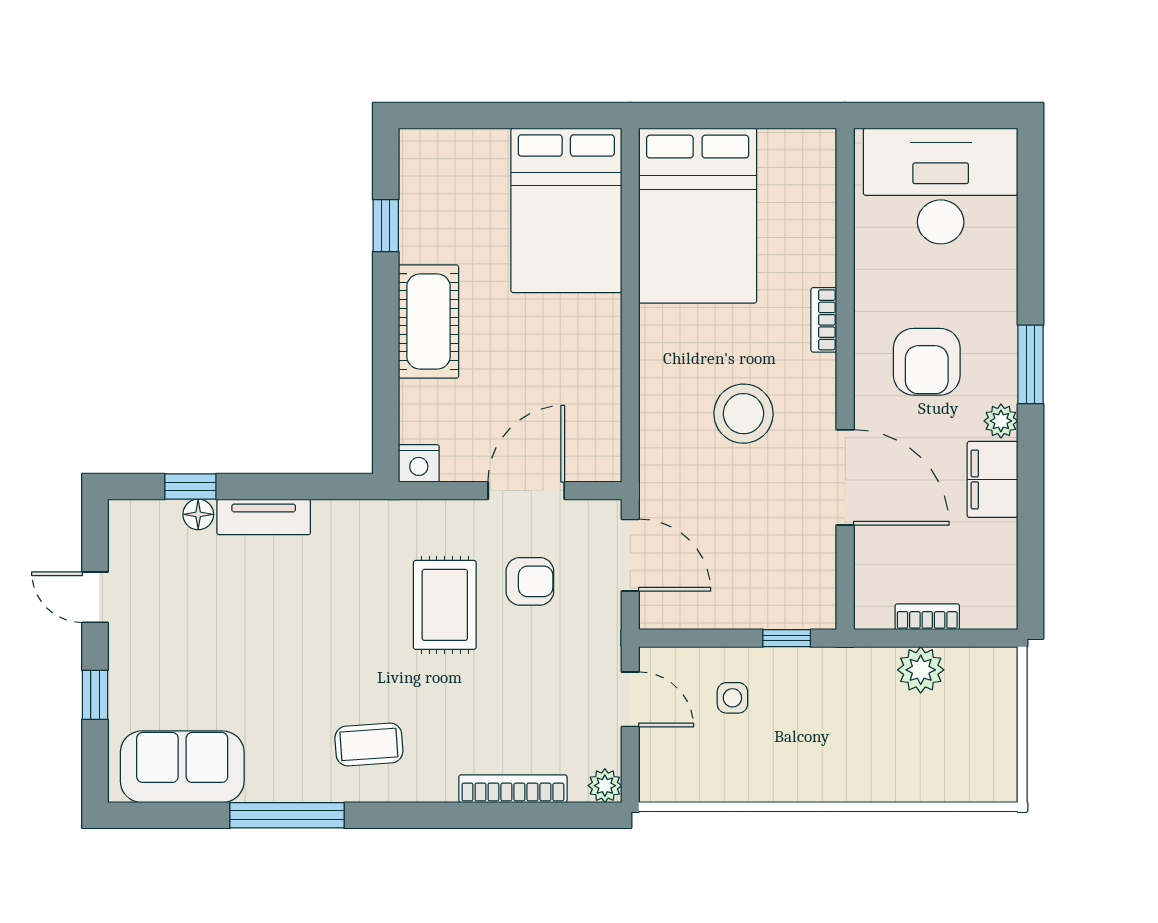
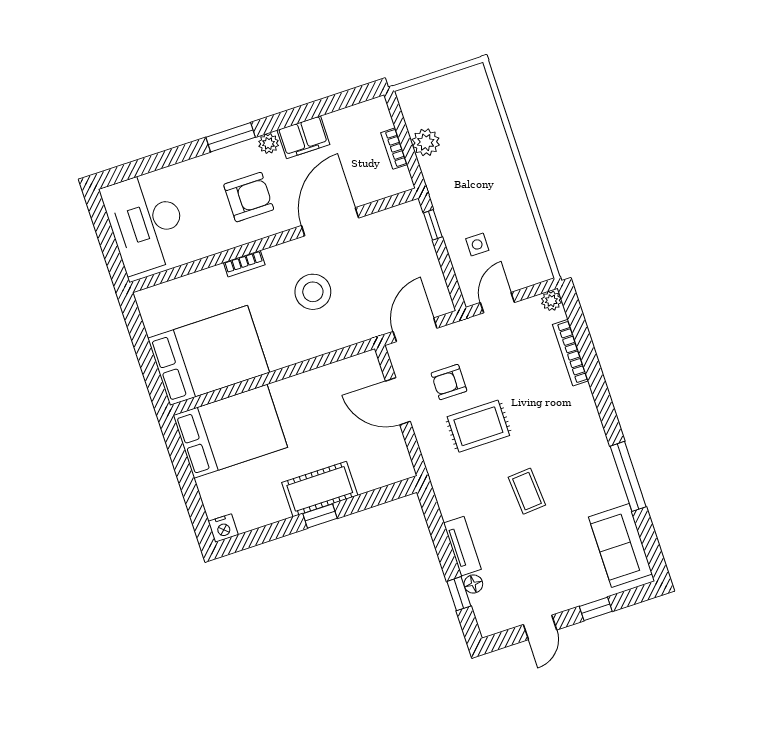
window: (386, 226) -> (320, 516), moved
nightstand: (419, 463) -> (223, 528), moved, turned 90
armchair: (530, 581) -> (449, 382), turned -90
coffee table: (369, 744) -> (527, 491), moved

